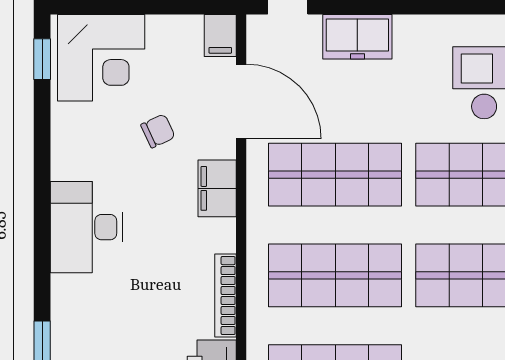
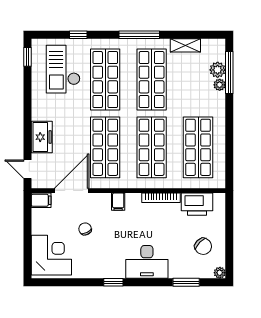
window: (42, 59) -> (113, 282), moved
filing cabinet: (217, 188) -> (118, 202), width x0.50
desk: (86, 227) -> (147, 262), moved

